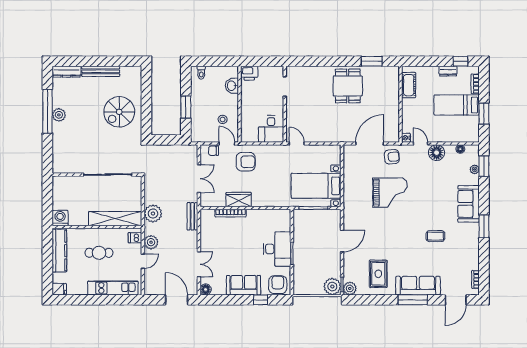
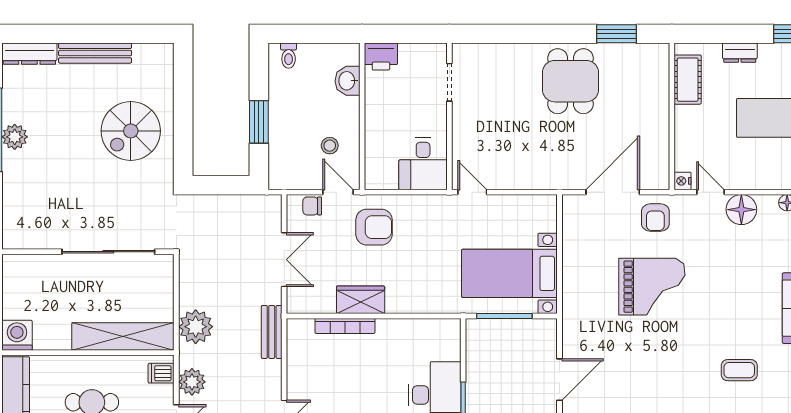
dresser: (448, 71) -> (740, 53), moved
armchair: (392, 157) -> (655, 217), turned 95

